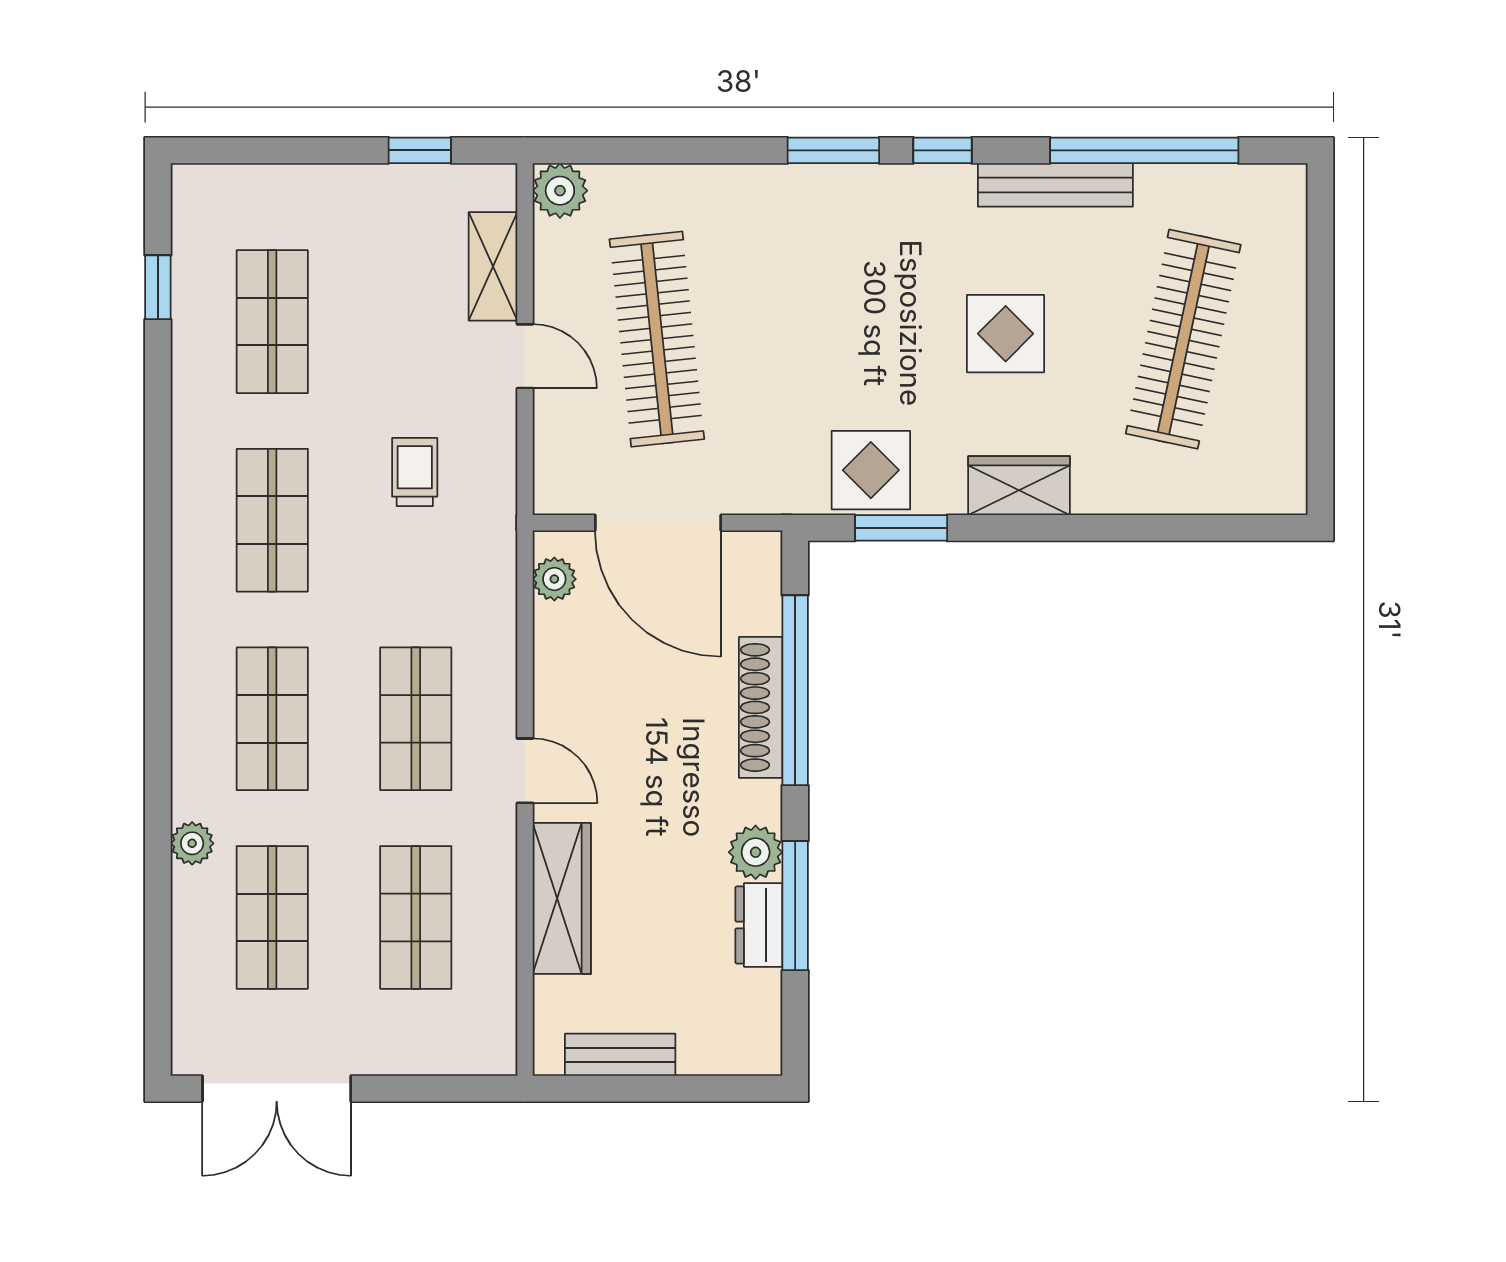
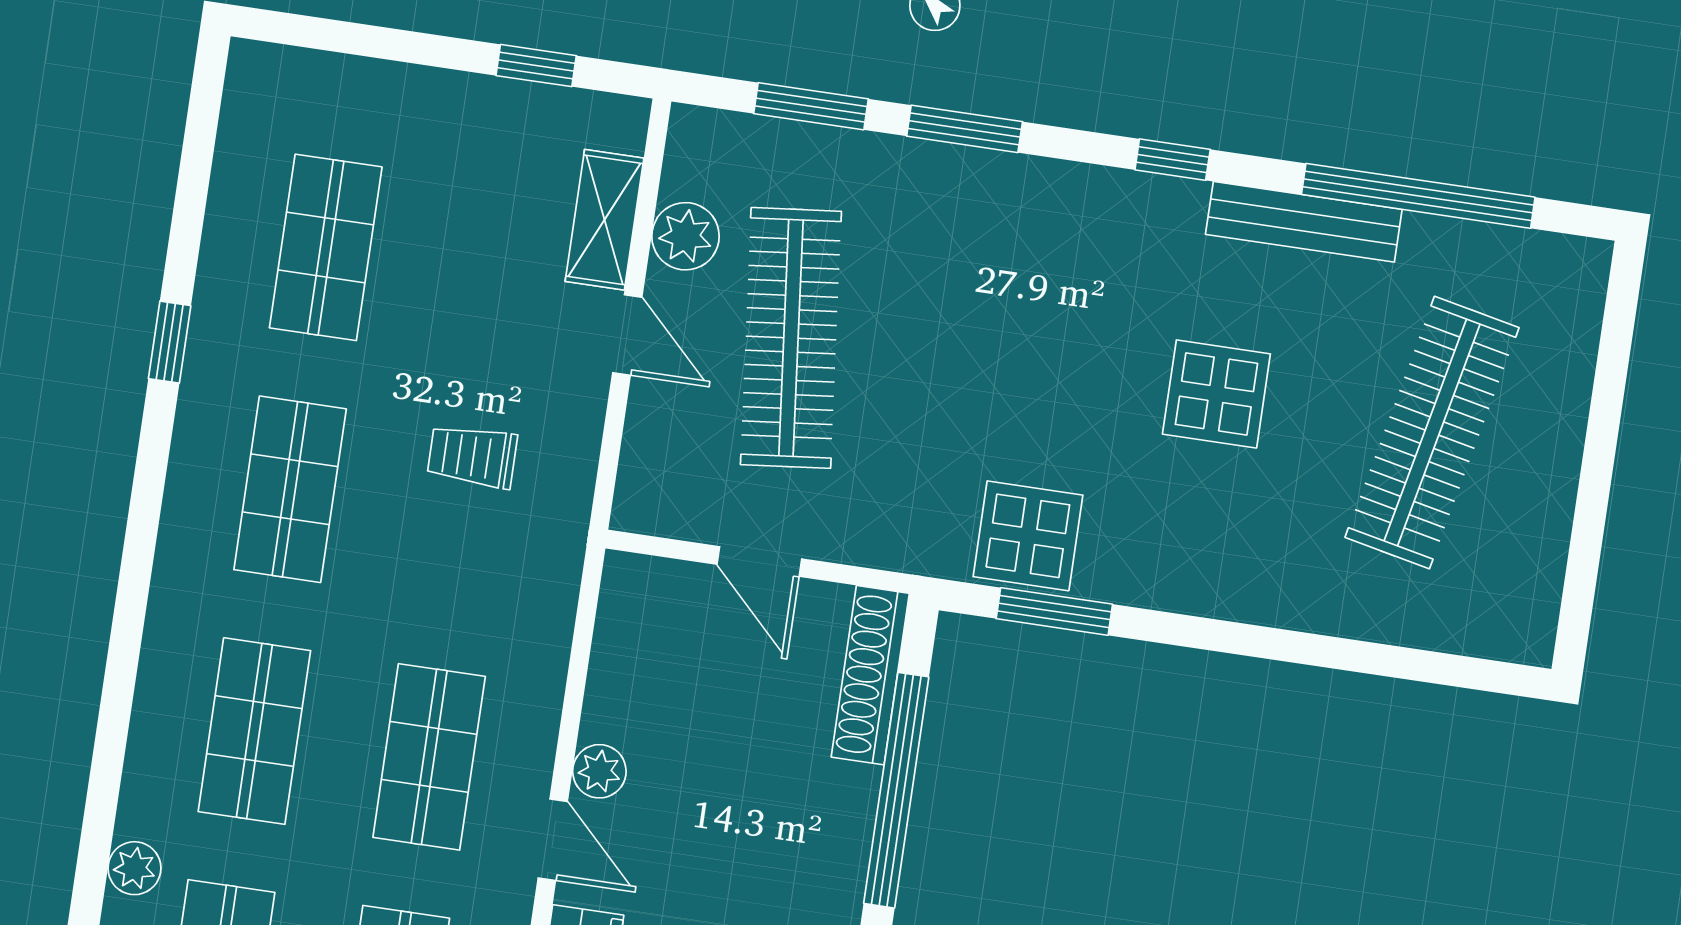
window: (646, 150) -> (811, 106), added
window: (833, 150) -> (965, 129), moved
plant: (560, 191) -> (685, 236), moved
window: (158, 287) -> (170, 342), moved
trolley: (415, 472) -> (472, 456), turned -90
wardrobe: (1019, 486) -> (1206, 581), removed
door: (658, 523) -> (759, 562), width x0.53
plant: (554, 579) -> (599, 771), moved
shoe rack: (761, 707) -> (870, 675), moved

